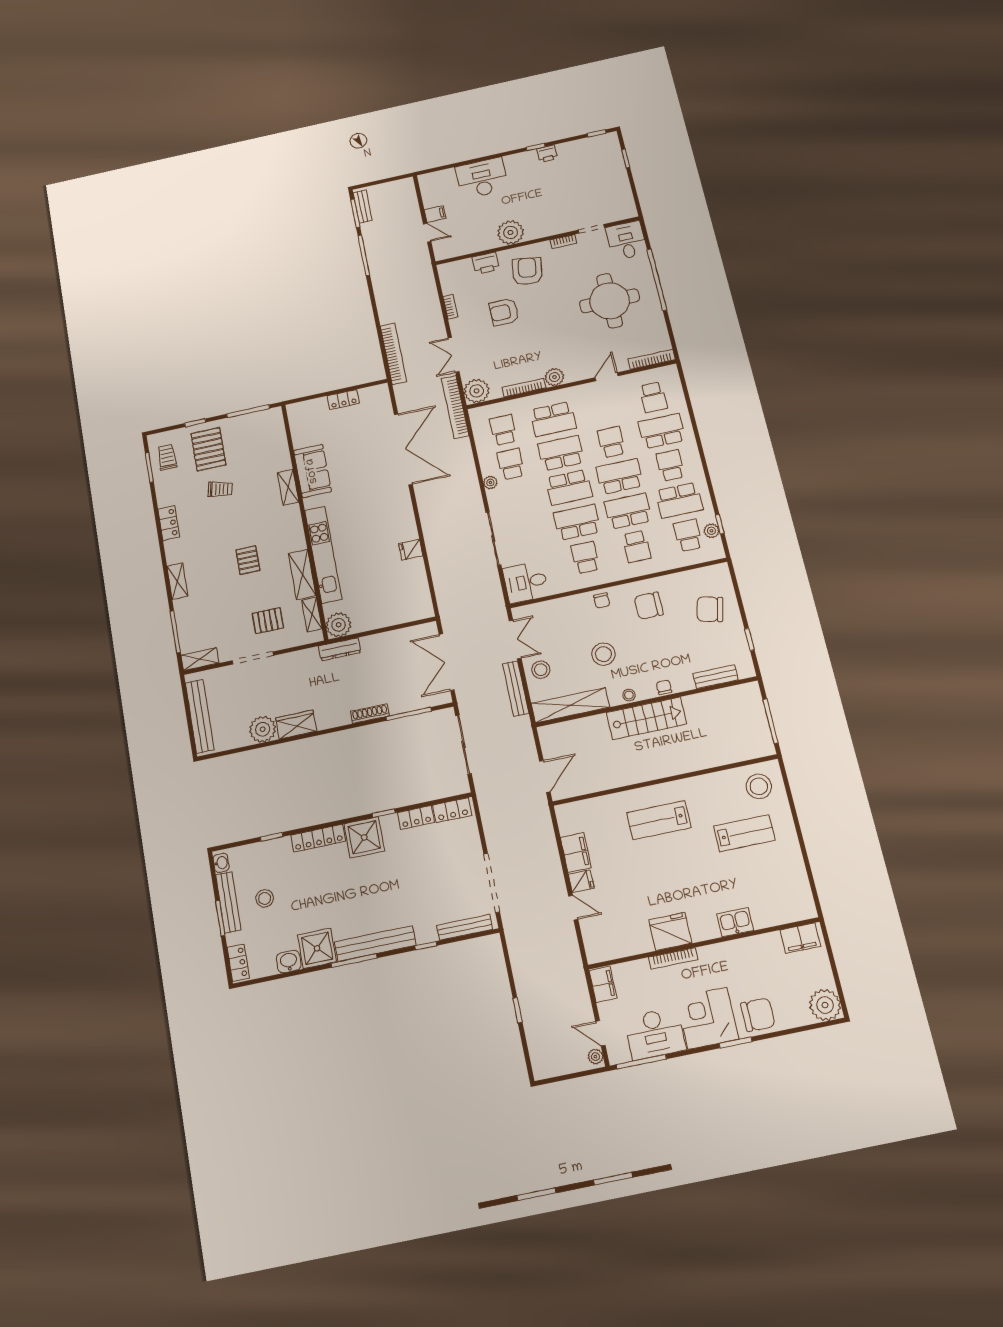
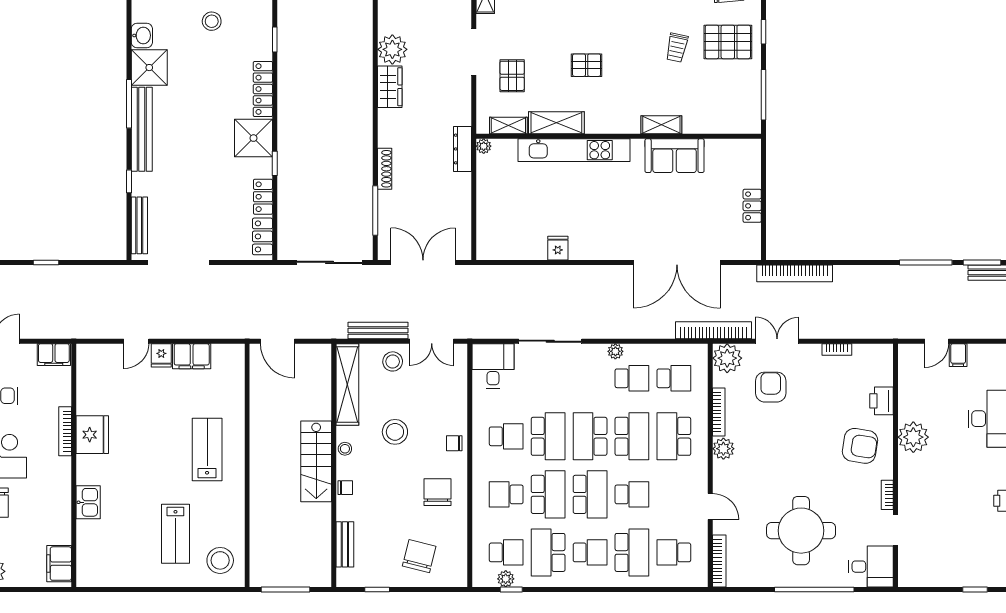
armchair: (504, 312) -> (771, 387), moved
plant: (339, 625) -> (484, 146), width x0.53, depth x0.53

